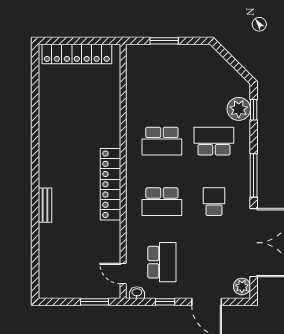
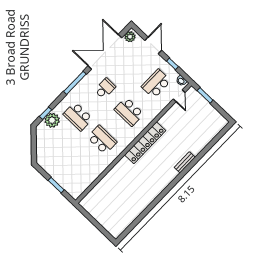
locker: (77, 54) -> (102, 218), removed
school desk: (162, 202) -> (129, 112), turned 180
school desk: (214, 202) -> (105, 88), turned 180

